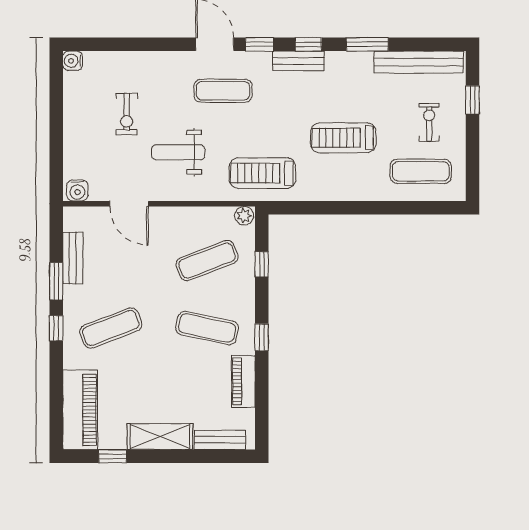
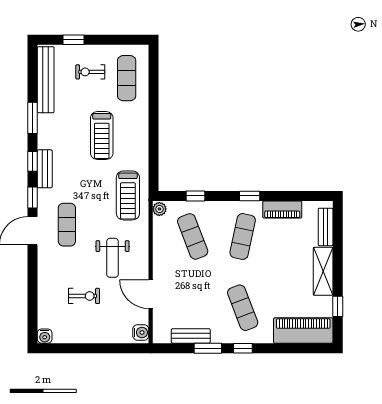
door: (129, 204) -> (151, 294), swing flipped

